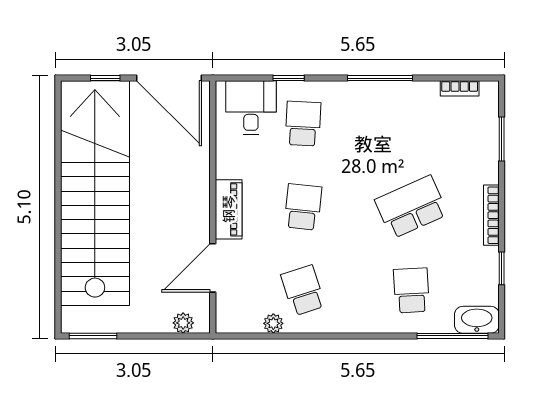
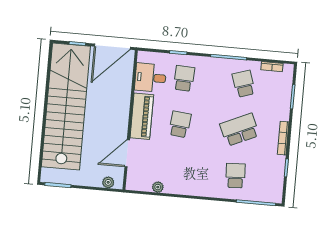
door: (169, 78) -> (112, 47), hinge flipped
desk: (251, 108) -> (150, 78), moved, turned -90
piano: (229, 209) -> (142, 116), width x1.37, depth x1.33
school desk: (303, 290) -> (244, 84), moved
washbasin: (477, 320) -> (270, 195), removed

